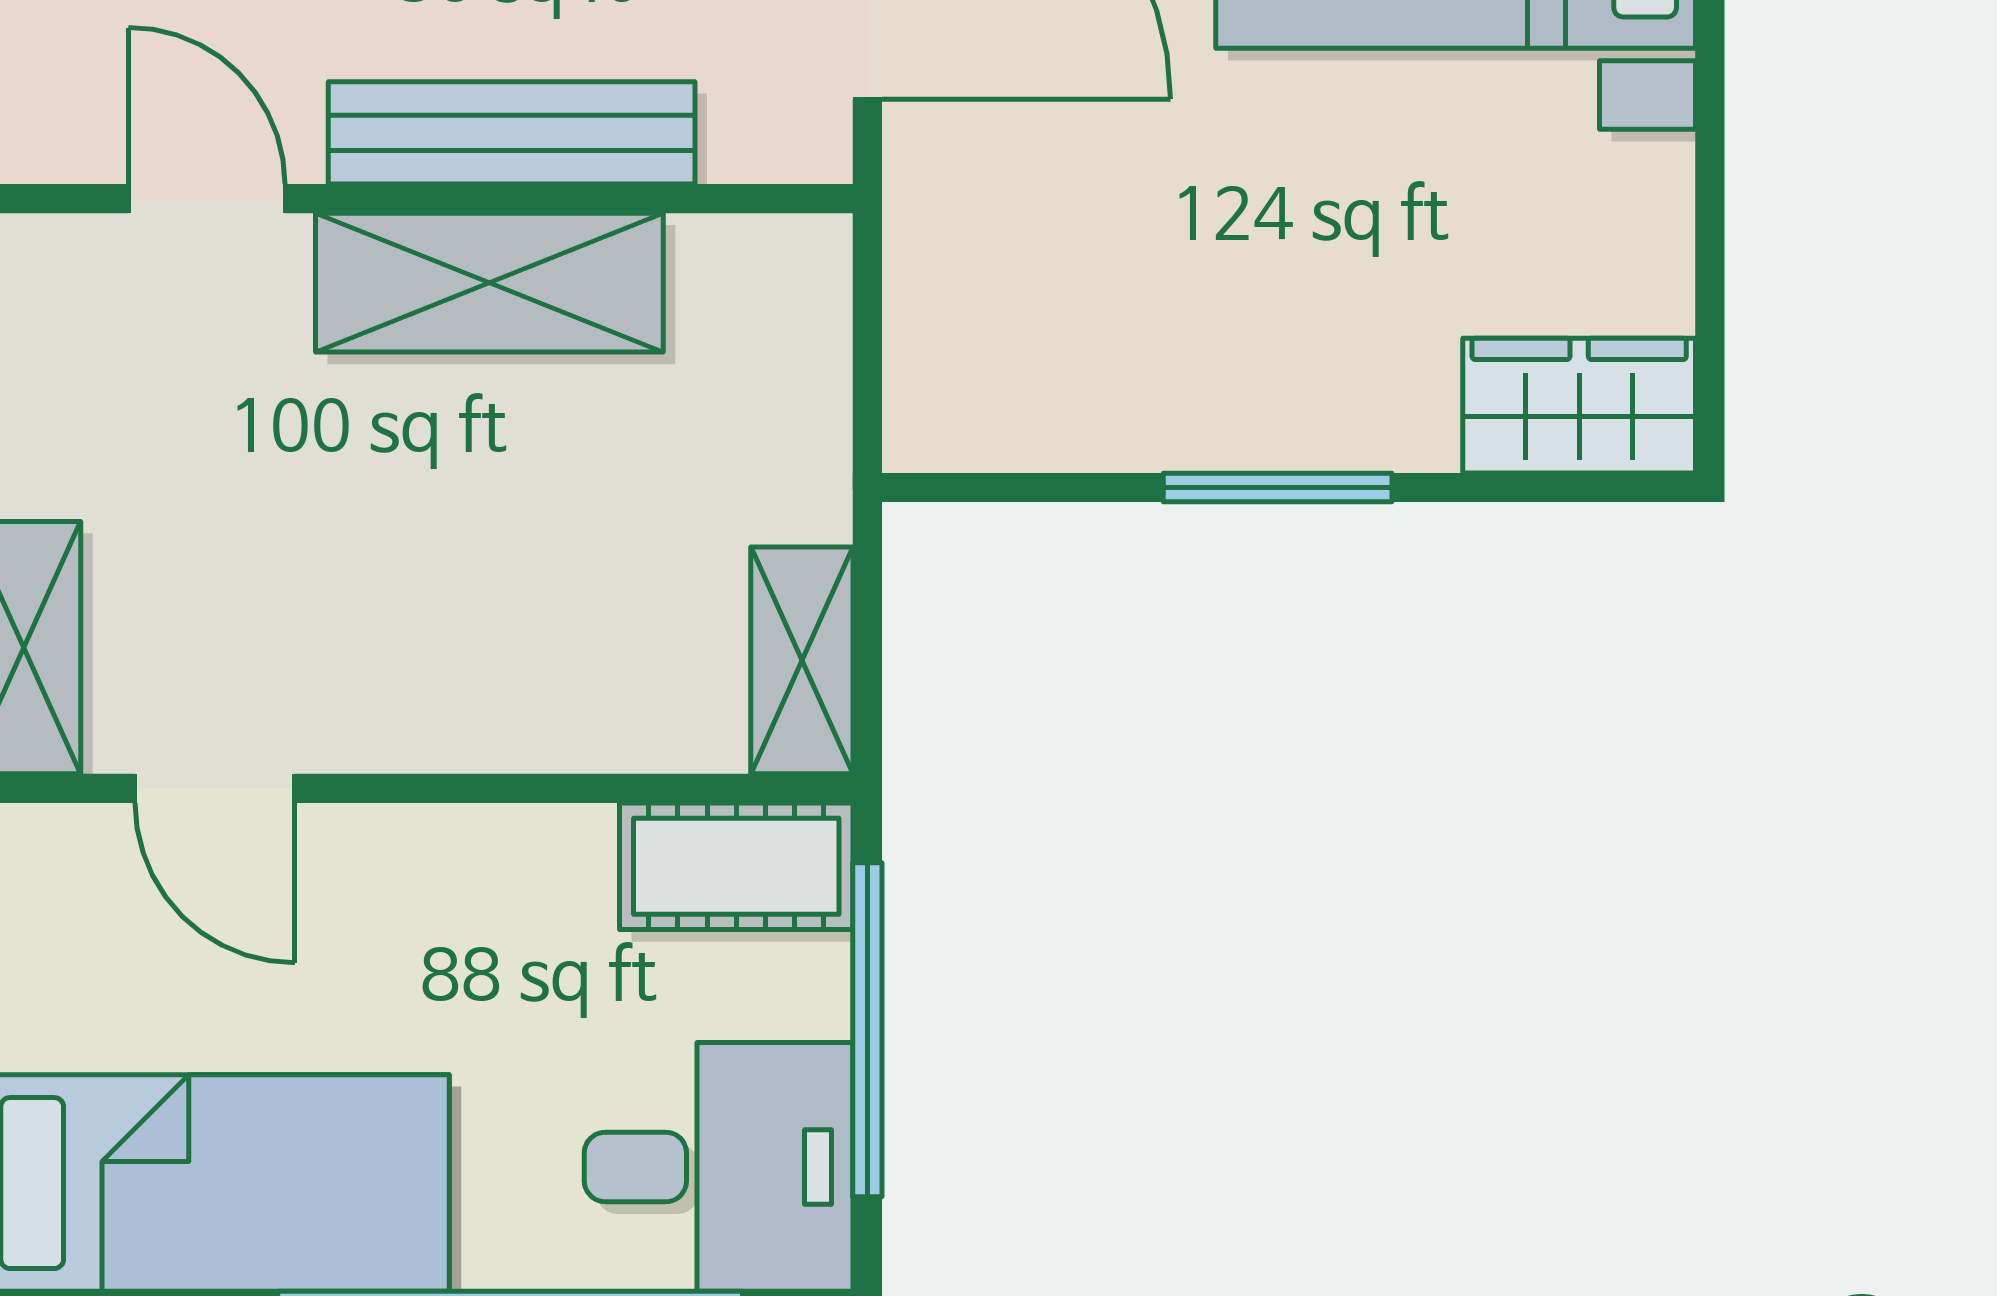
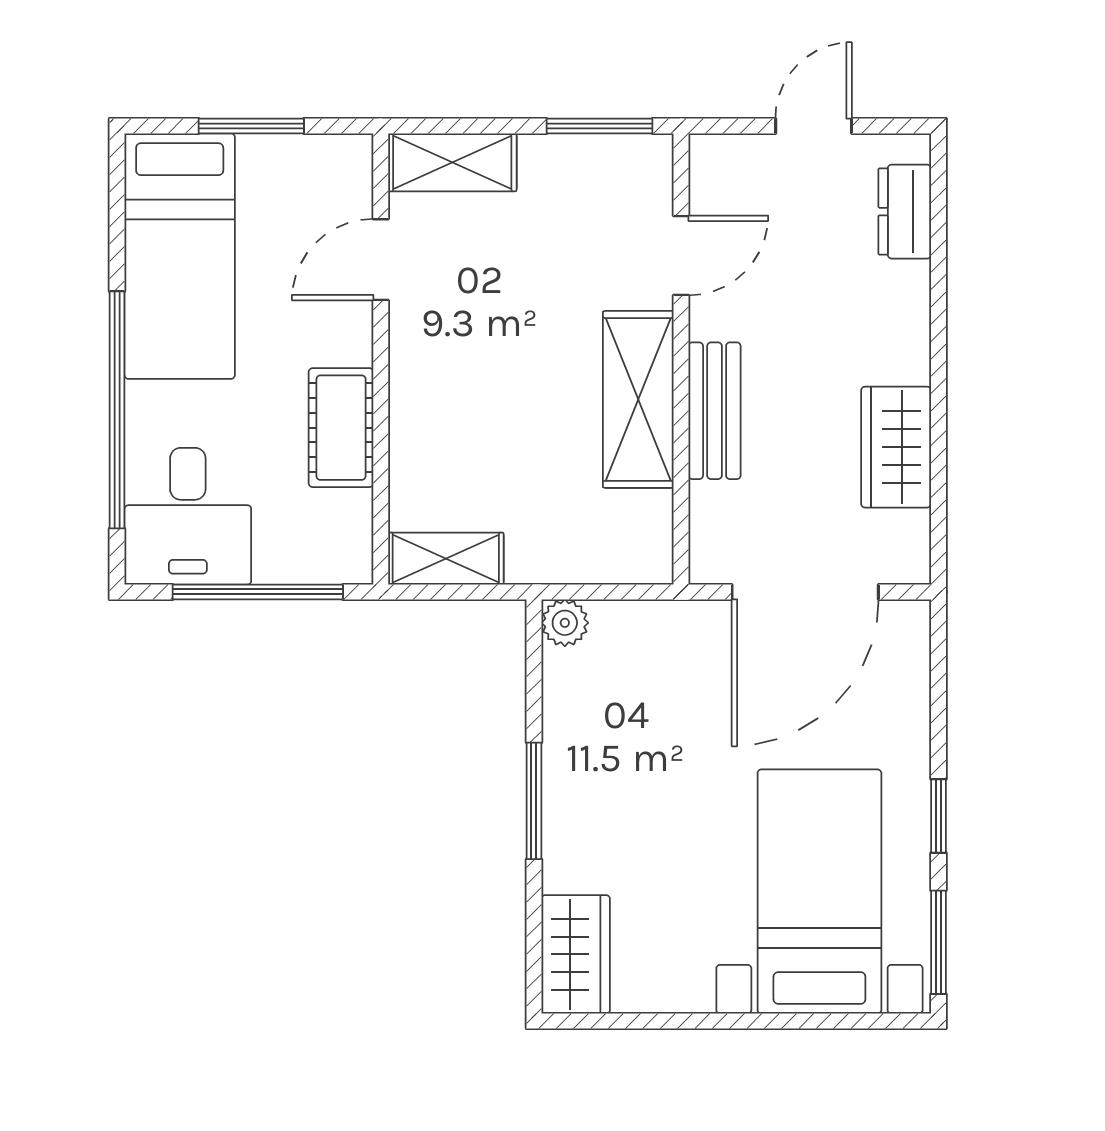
bench: (512, 133) -> (715, 411), width x0.73
plant: (928, 427) -> (565, 623), added
cot: (736, 866) -> (341, 428), moved

